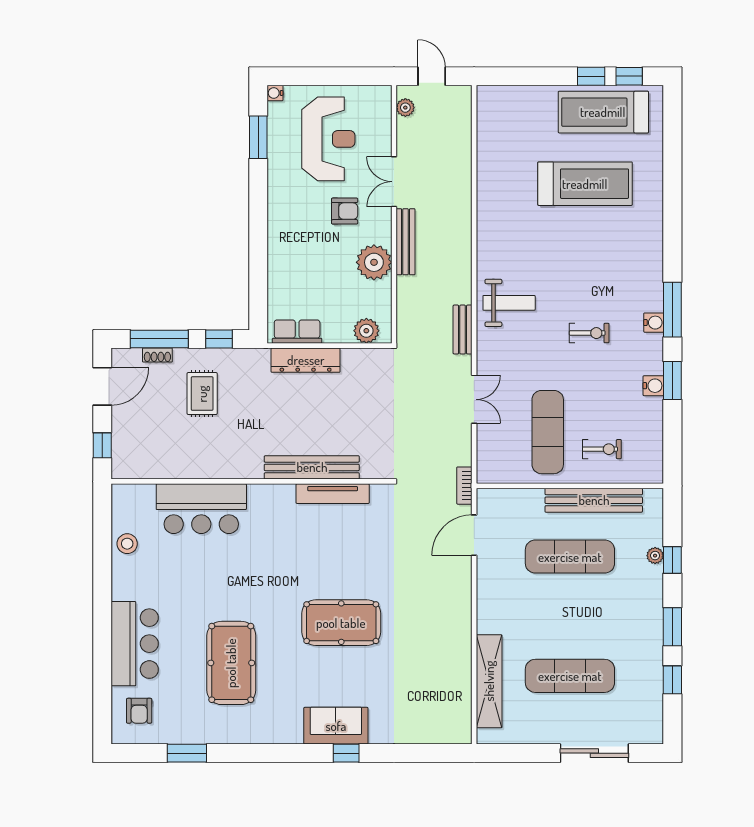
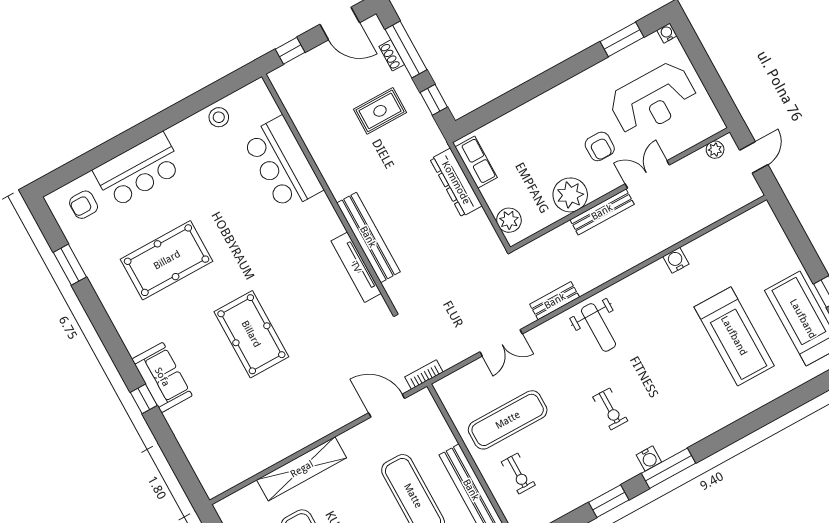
water cooler: (653, 386) -> (676, 260), moved, turned 180
shelving: (489, 681) -> (302, 469), moved

